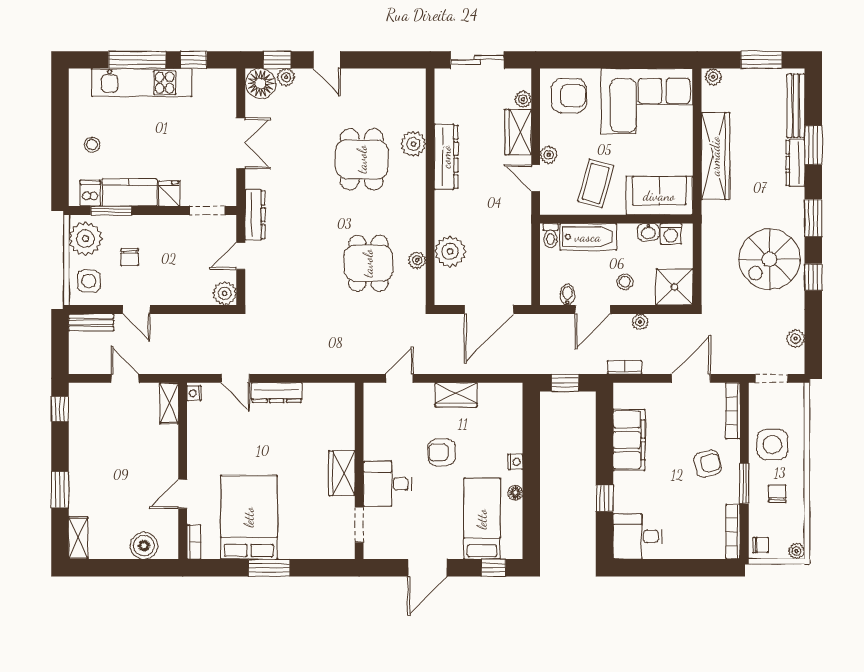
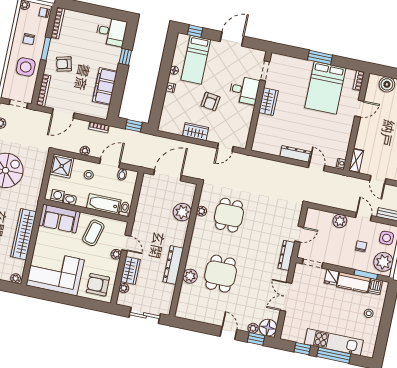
plant: (225, 293) -> (340, 221), moved
armchair: (442, 452) -> (210, 101), turned 98

